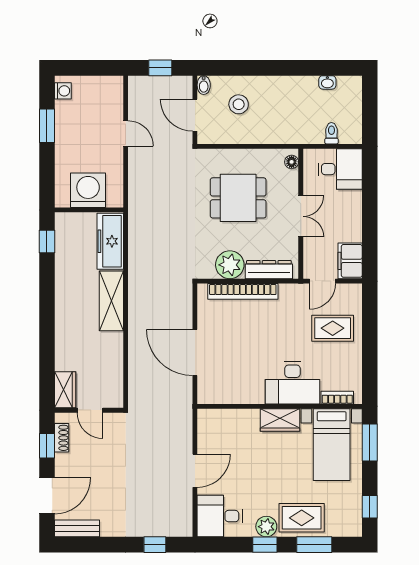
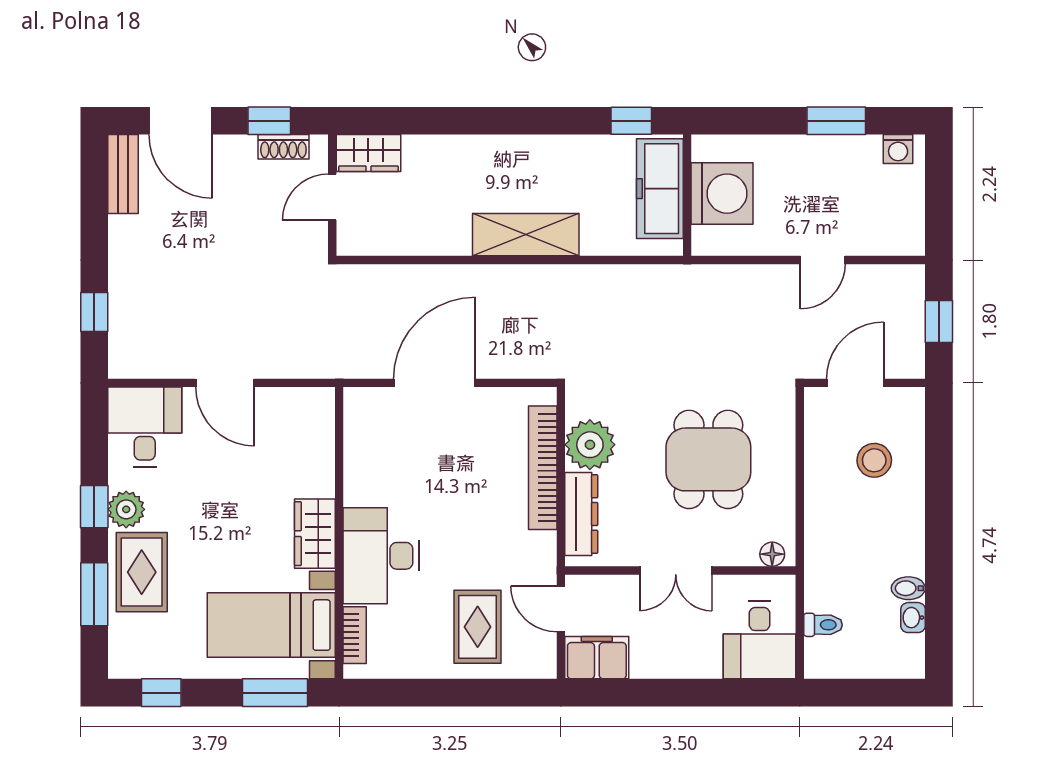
bidet: (204, 85) -> (908, 588), moved
freezer: (110, 241) -> (660, 189), moved, turned -90

